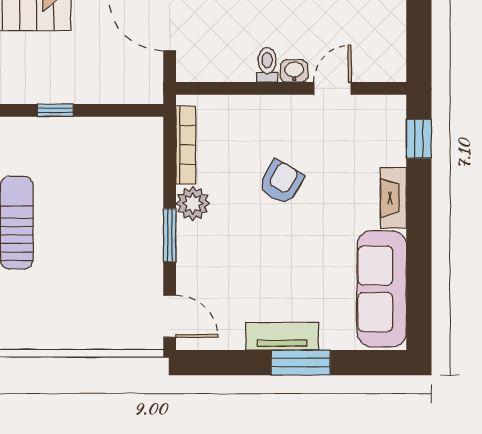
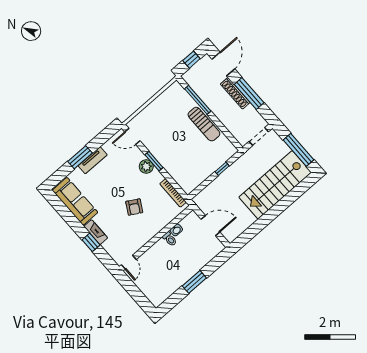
washbasin: (294, 71) -> (176, 230), moved
door: (332, 88) -> (129, 262), moved
window: (419, 139) -> (91, 242), moved
plant: (193, 203) -> (146, 166), moved

